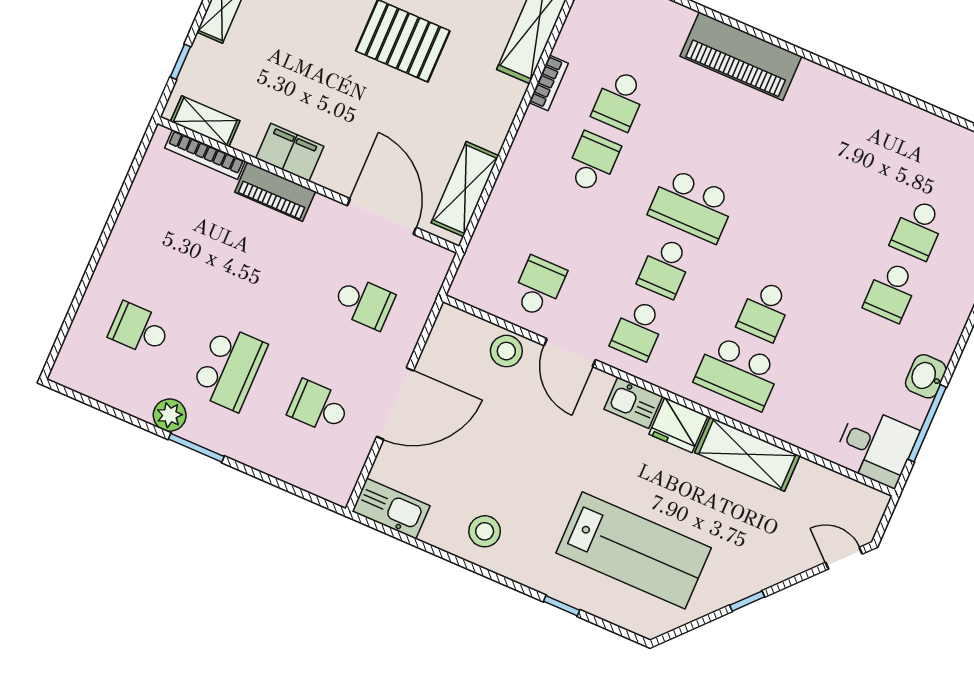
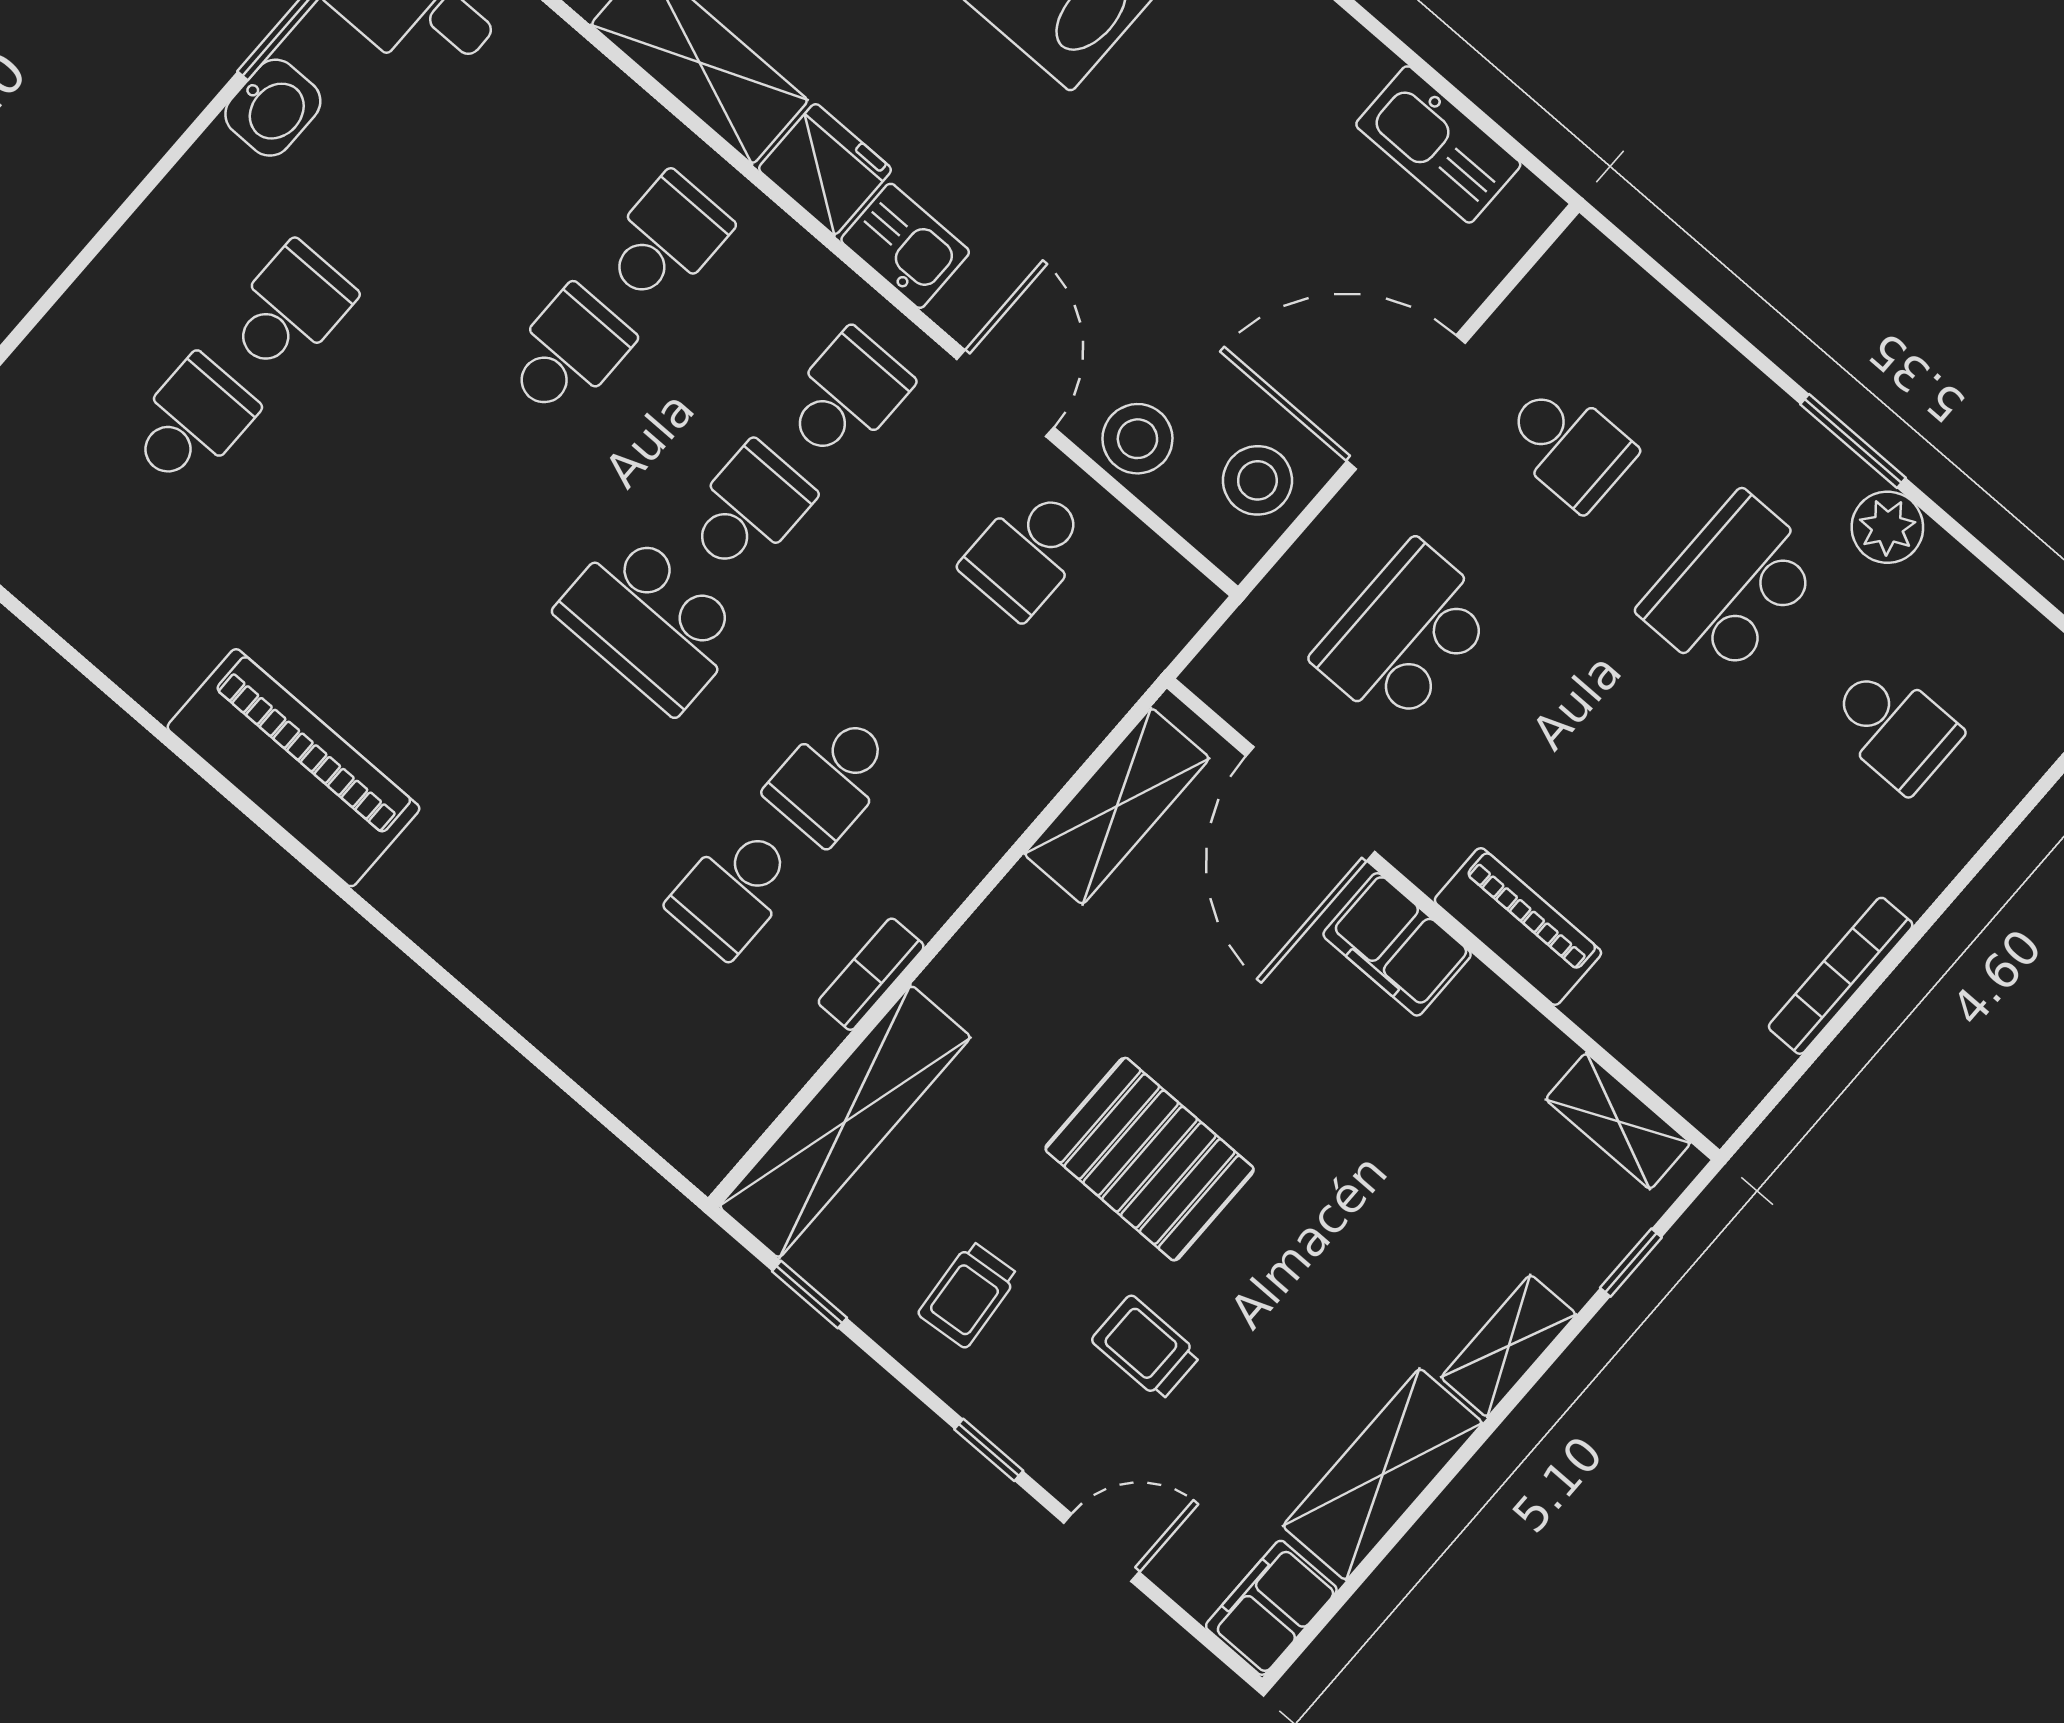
piano: (741, 56) -> (293, 768), moved
school desk: (619, 100) -> (734, 891), turned 180
filing cabinet: (290, 152) -> (1397, 944), moved
bookcase: (205, 155) -> (1841, 976), moved, turned -90
school desk: (692, 205) -> (651, 622), turned 180
school desk: (364, 303) -> (1405, 635), width x1.85
school desk: (738, 373) -> (666, 240), width x0.54
kitchen sink: (391, 509) -> (1438, 144), moved
stool: (485, 531) -> (1257, 480), moved

